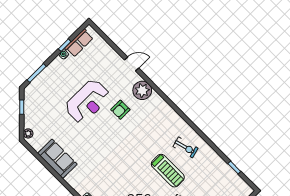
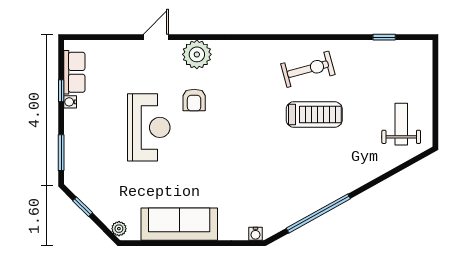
exercise bike: (186, 147) -> (308, 69), width x1.38, depth x1.39
sofa: (57, 159) -> (179, 224), width x1.36

